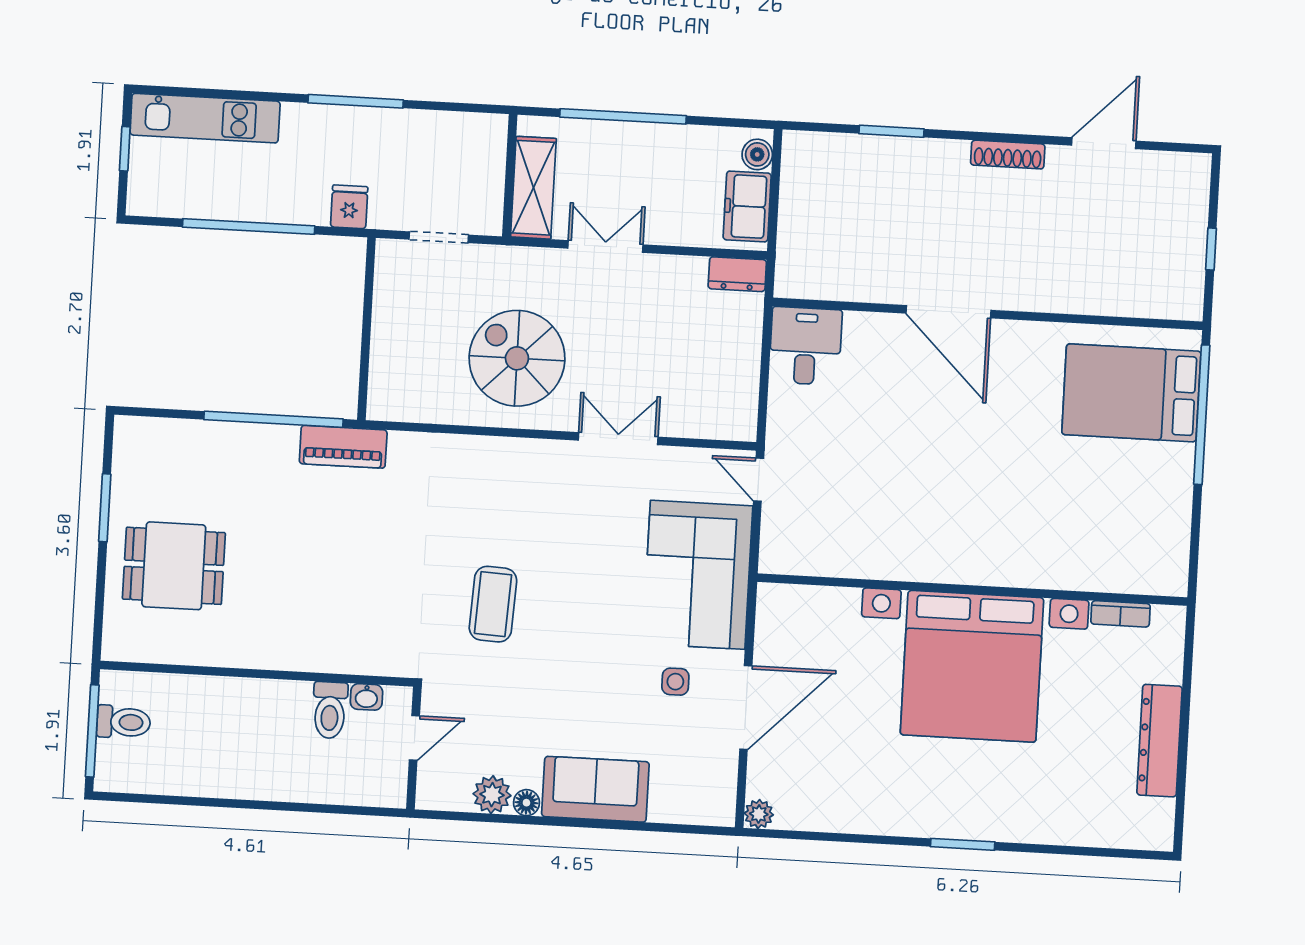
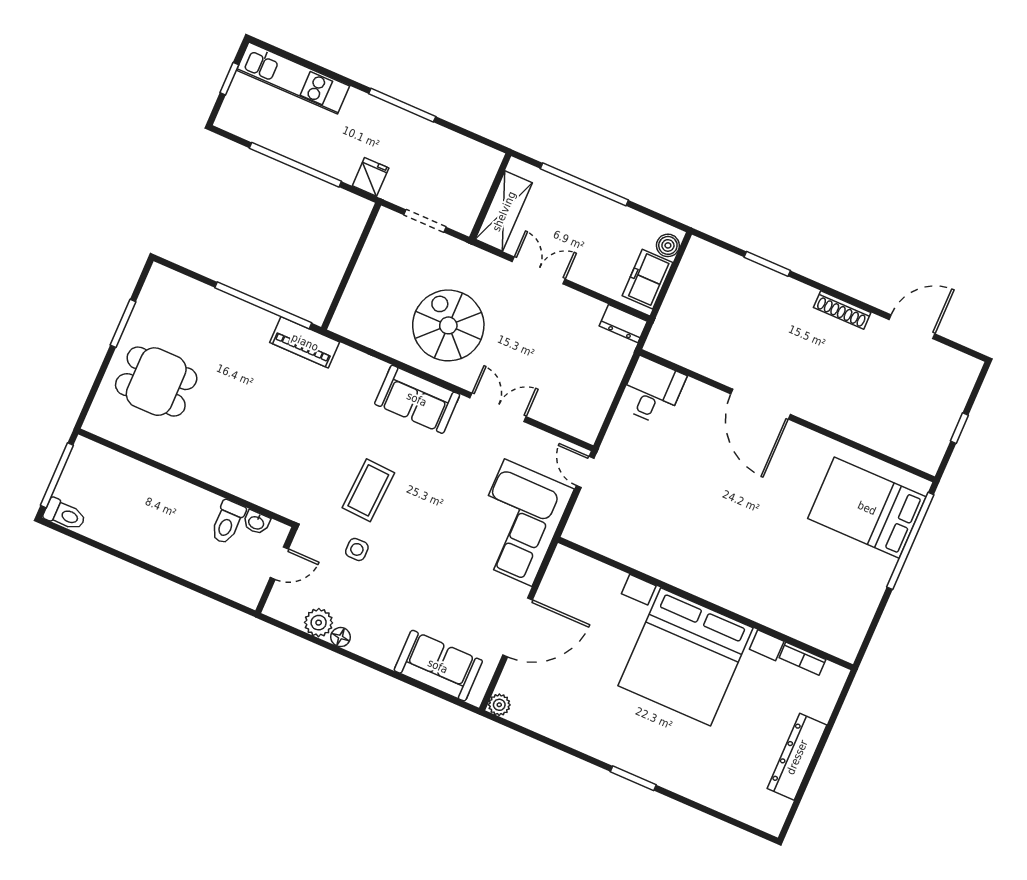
sofa: (512, 466) -> (417, 399), added
side table: (675, 682) -> (357, 549), moved
toilet: (124, 722) -> (65, 515), moved
sofa: (595, 789) -> (438, 666), moved

